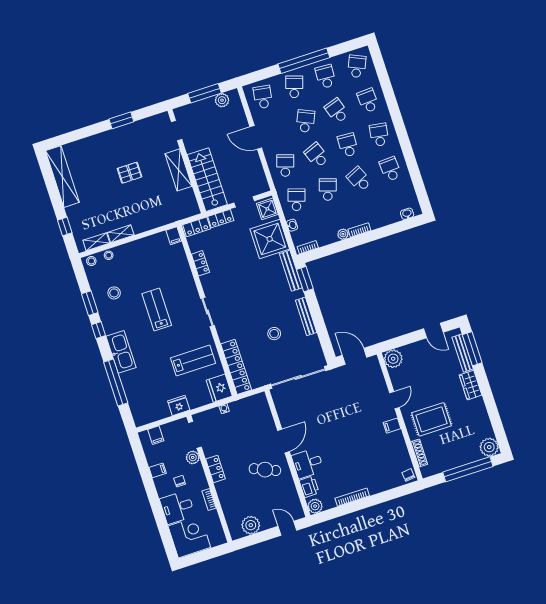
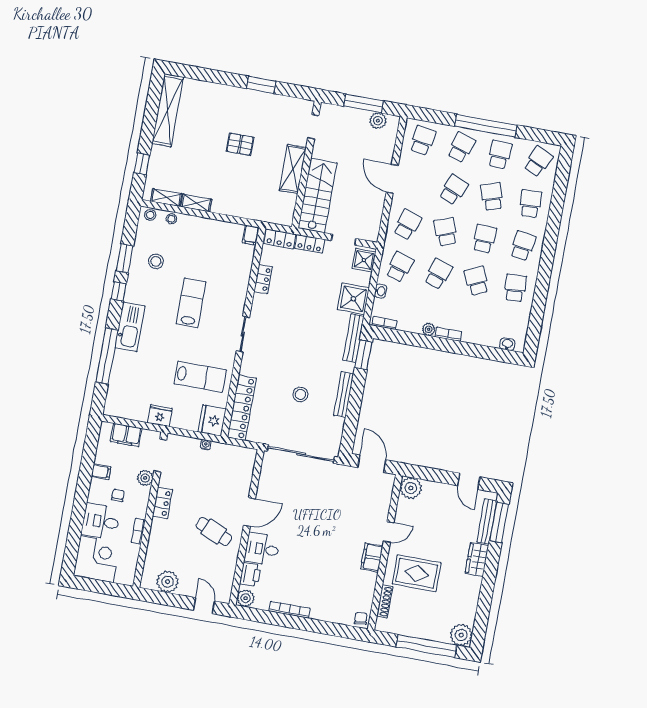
shower: (270, 239) -> (353, 299), width x0.73, depth x0.73
filing cabinet: (392, 426) -> (372, 557), width x2.00
filing cabinet: (156, 435) -> (126, 435), width x2.00

